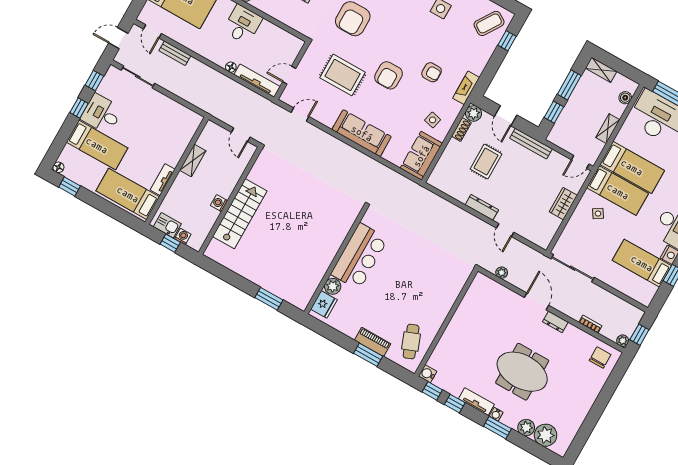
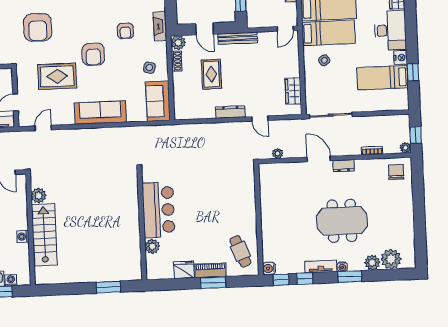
armchair: (432, 72) -> (125, 31), turned 90
plant: (257, 174) -> (39, 196), added
wardrobe: (563, 204) -> (293, 91), moved
fridge: (324, 304) -> (184, 270), moved, turned -90

